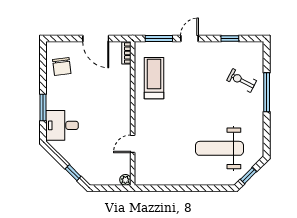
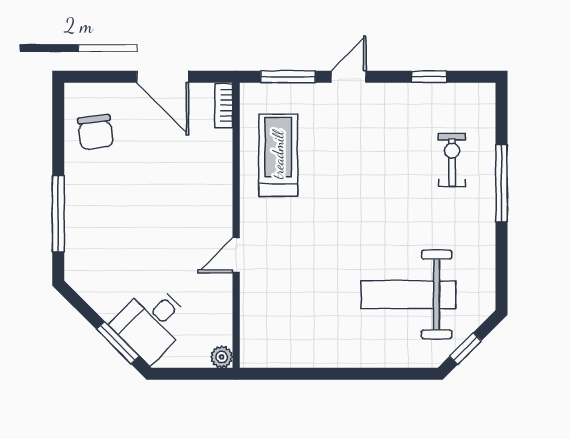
exercise bike: (242, 81) -> (452, 160), turned 63
window: (43, 108) -> (58, 214), width x1.44
desk: (62, 125) -> (152, 323), moved, turned -45
door: (133, 144) -> (236, 255), moved
window: (73, 173) -> (118, 343), width x1.50

